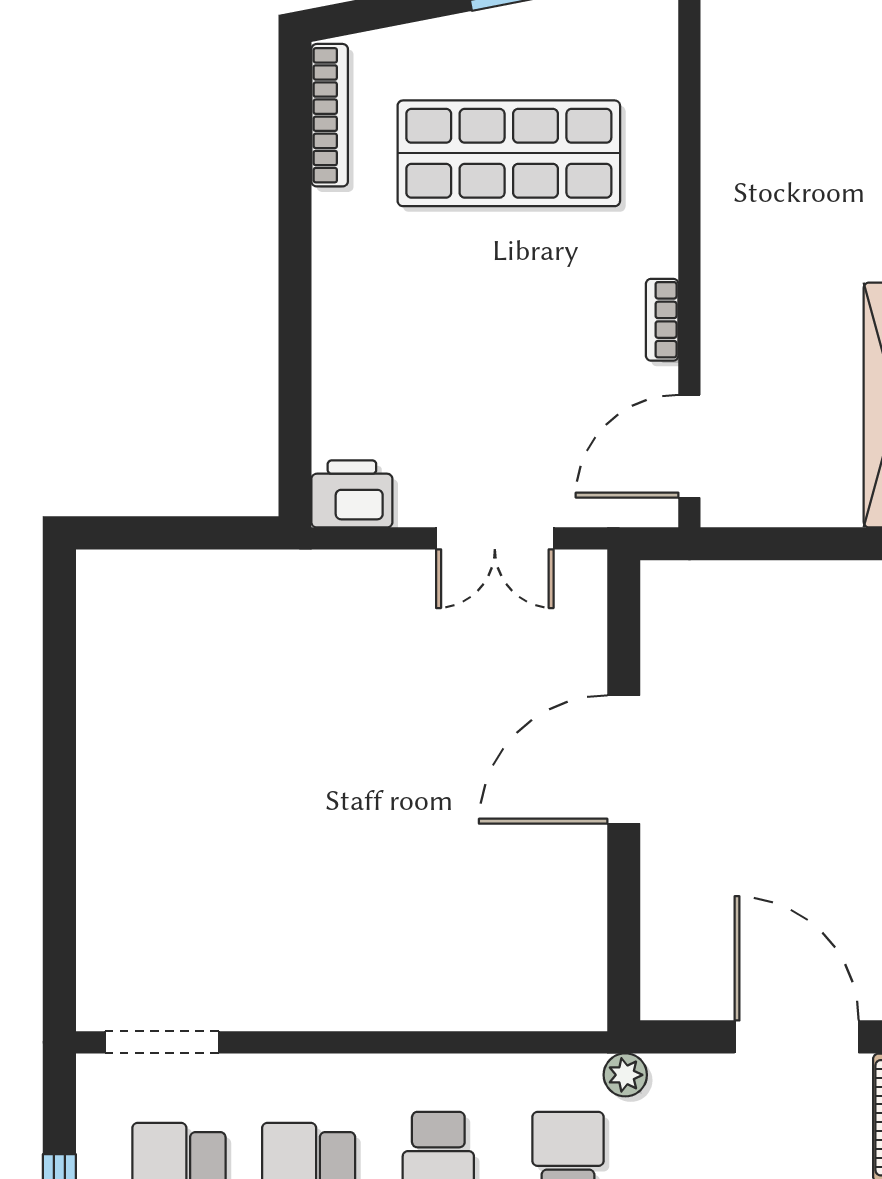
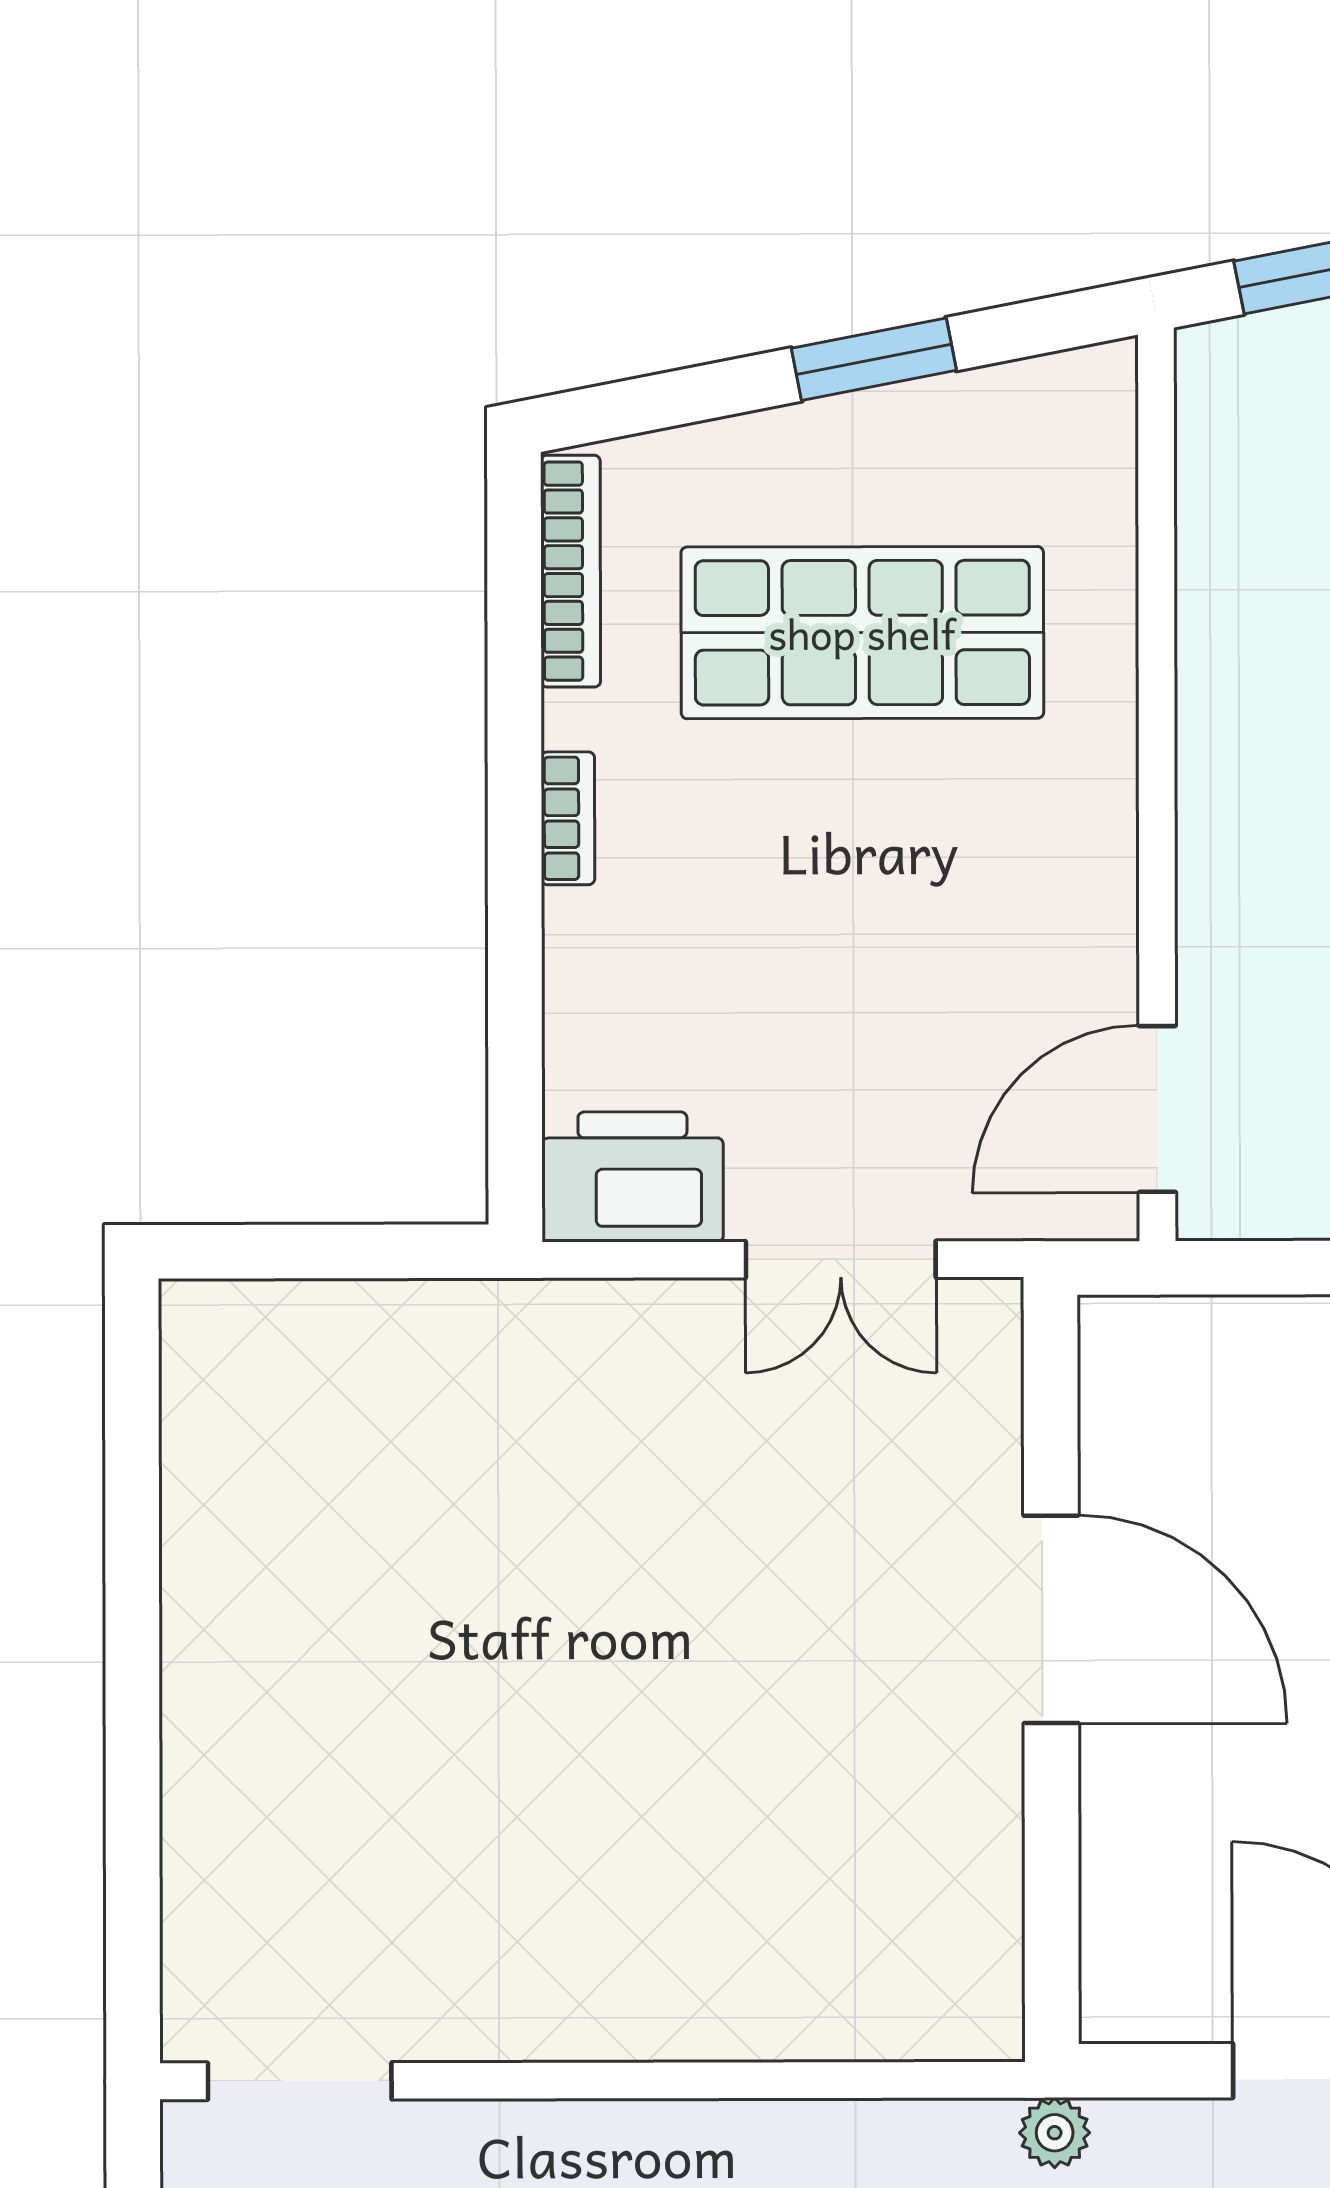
bookcase: (662, 320) -> (568, 818), moved, turned 180
printer: (352, 494) -> (633, 1177), width x1.37, depth x1.19
door: (624, 760) -> (1051, 1619), swing flipped

